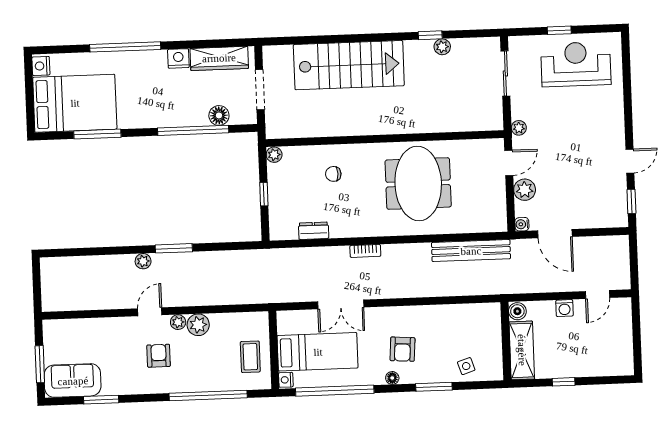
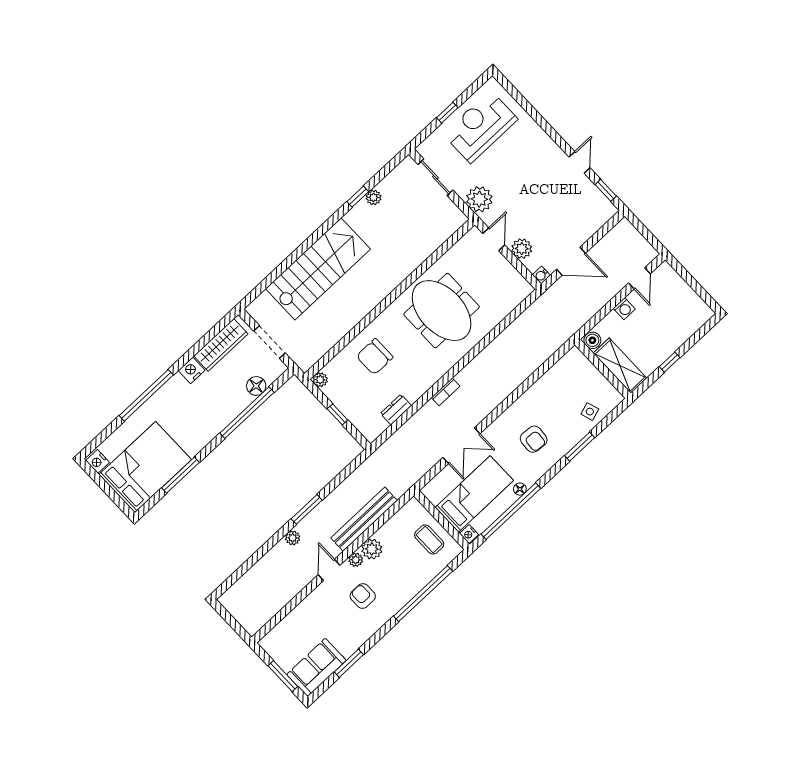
plant: (519, 128) -> (479, 199), width x1.88, depth x1.88
chair: (333, 174) -> (375, 357), width x1.87, depth x1.87
bench: (471, 251) -> (364, 519), moved
floor lamp: (392, 378) -> (520, 489), moved

